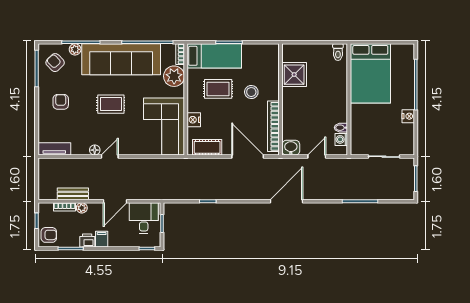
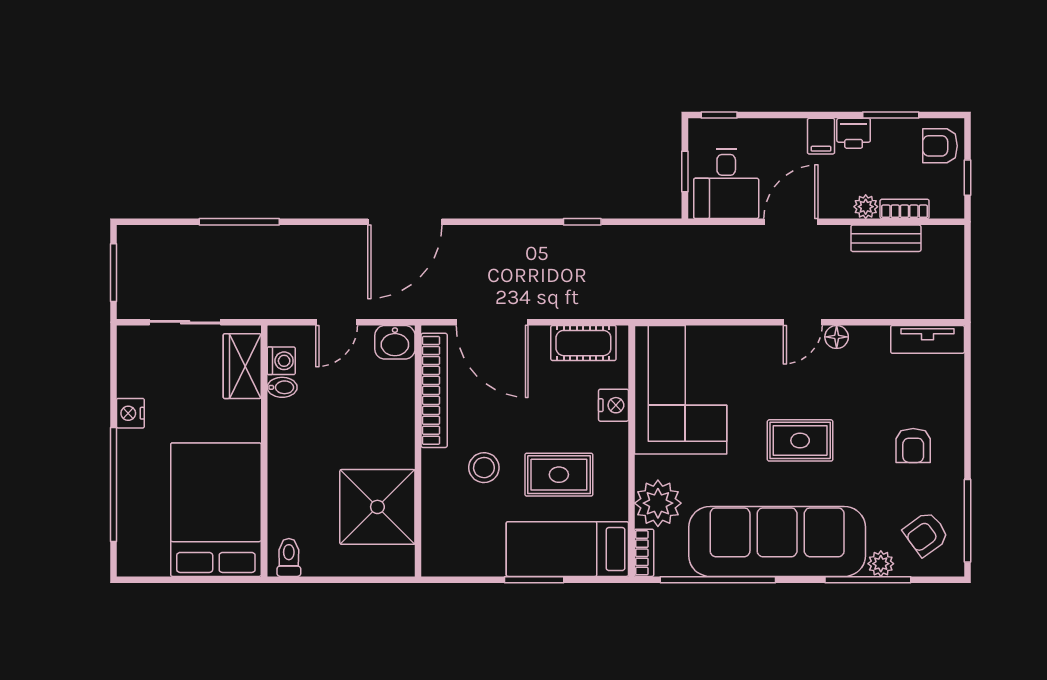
armchair: (55, 63) -> (926, 534), turned 98
shower: (294, 75) -> (377, 507), width x1.37, depth x1.37
wardrobe: (359, 137) -> (242, 366), added

